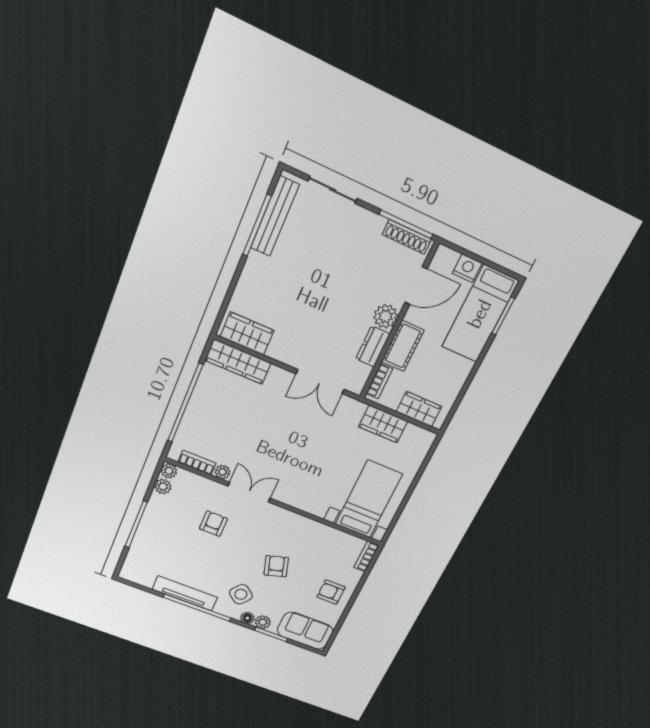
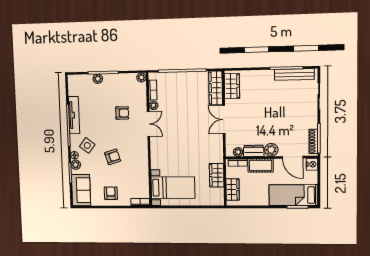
nightstand: (467, 268) -> (312, 164), moved
plant: (362, 373) -> (238, 152), added
double door: (320, 382) -> (224, 120), moved
plant: (163, 486) -> (98, 79), moved

